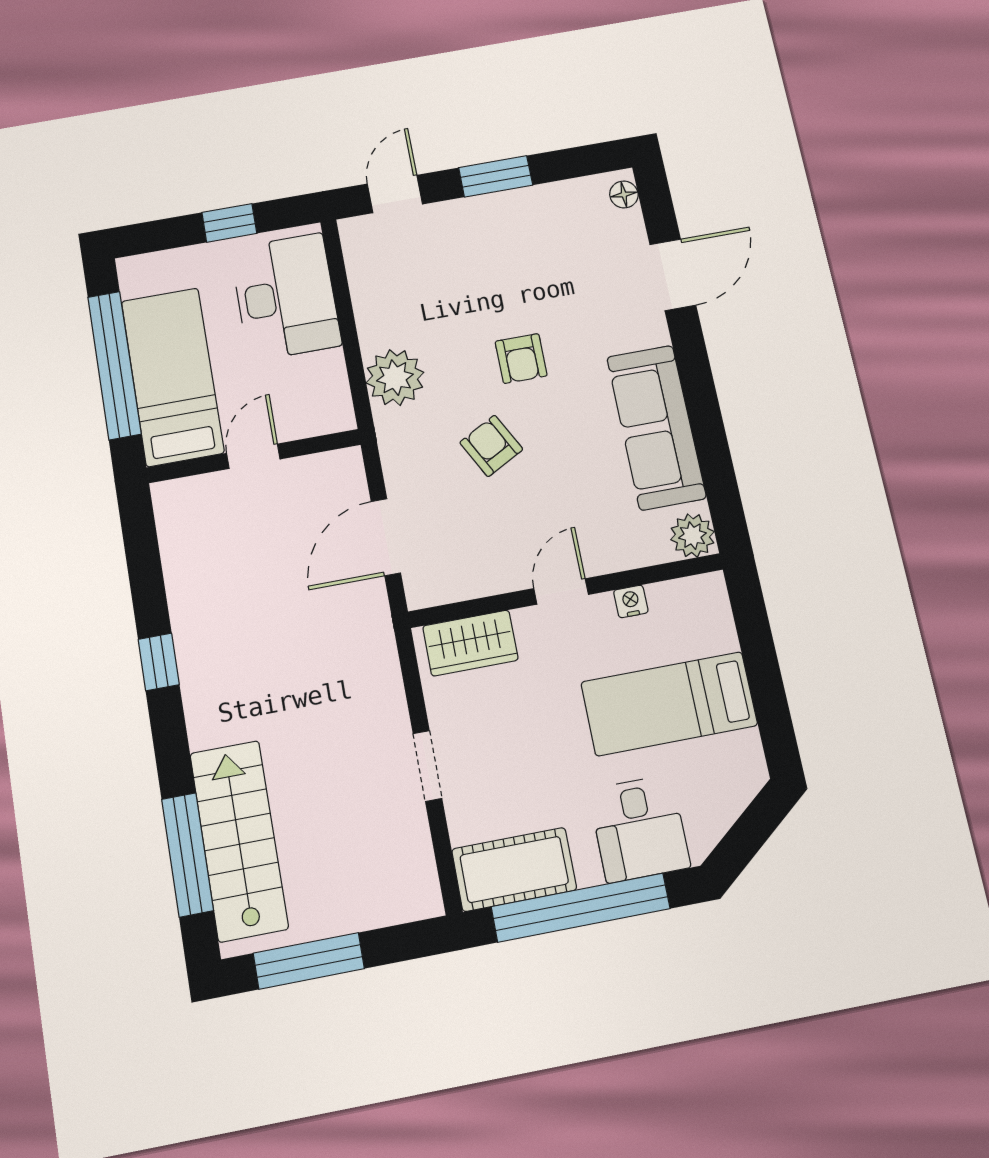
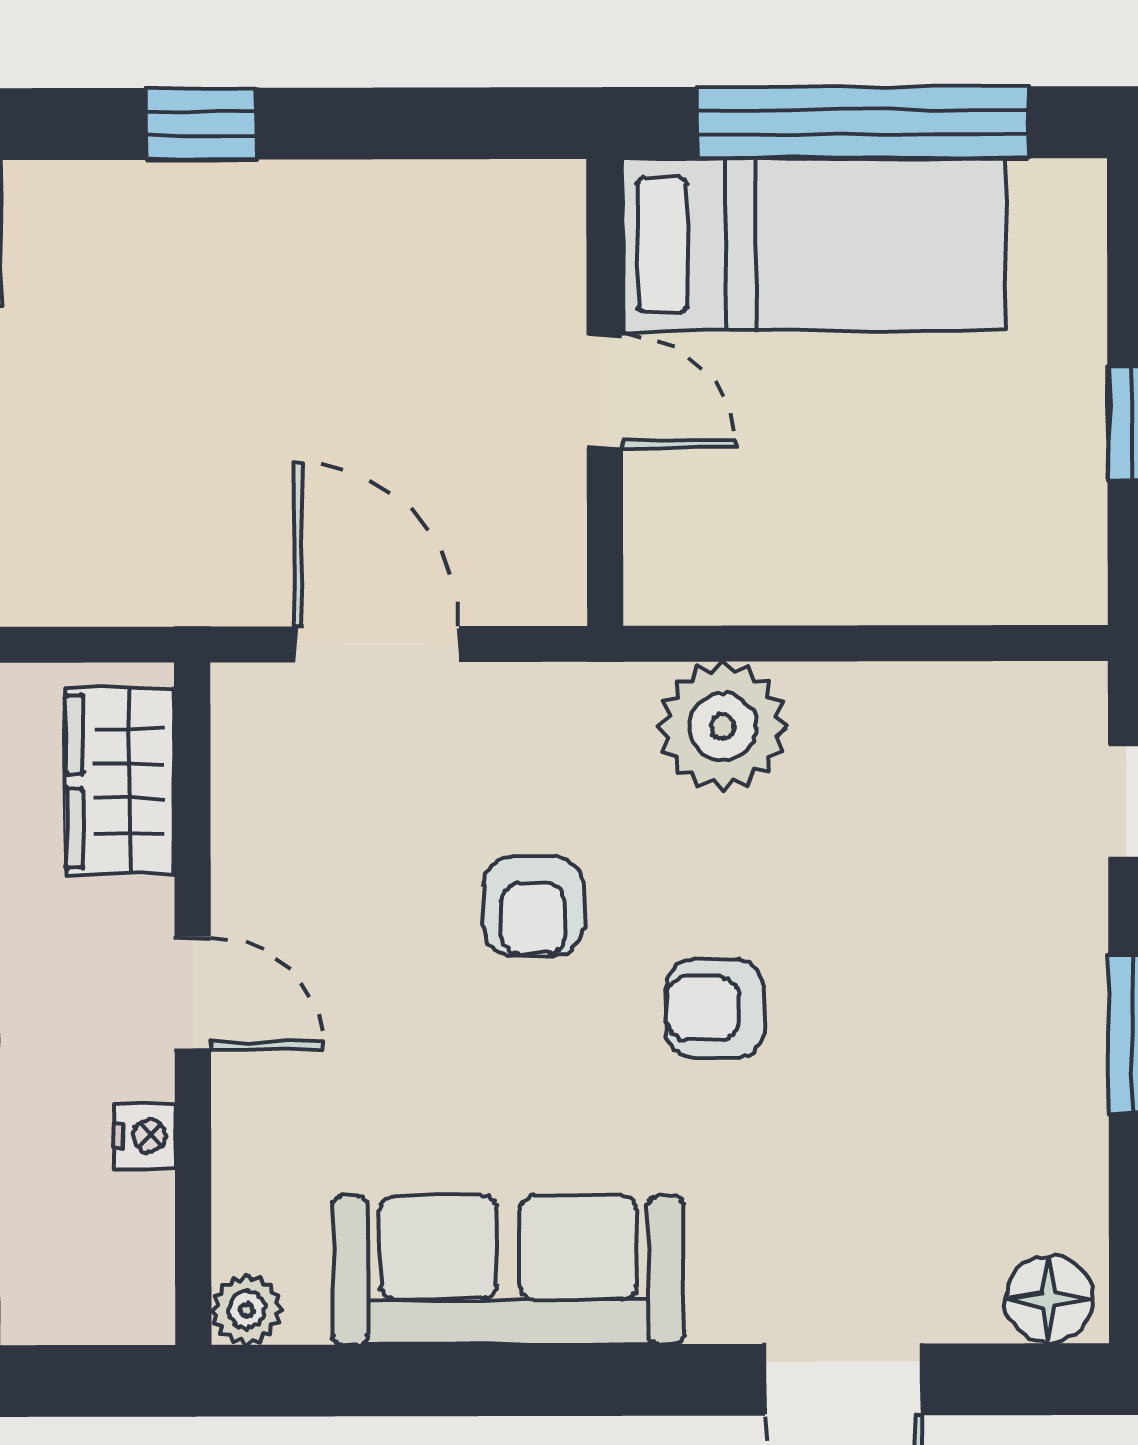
floor lamp: (624, 194) -> (1049, 1299), width x1.37, depth x1.37
desk: (286, 297) -> (950, 520), removed
armchair: (491, 446) -> (533, 906), turned 118
plant: (692, 536) -> (246, 1310), width x0.73, depth x0.73

